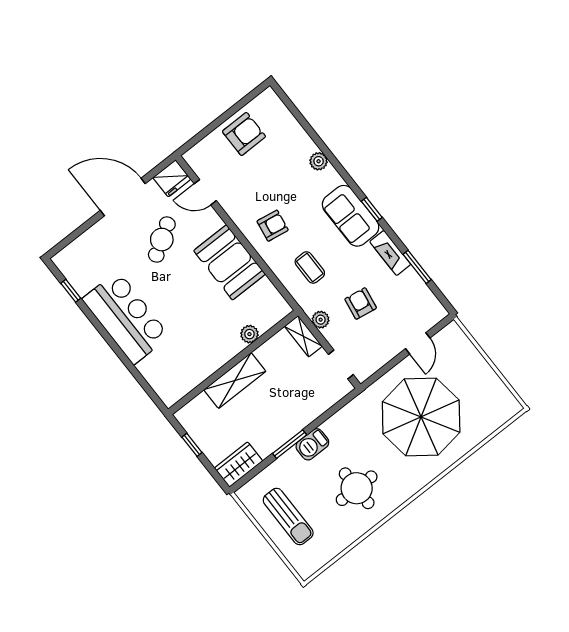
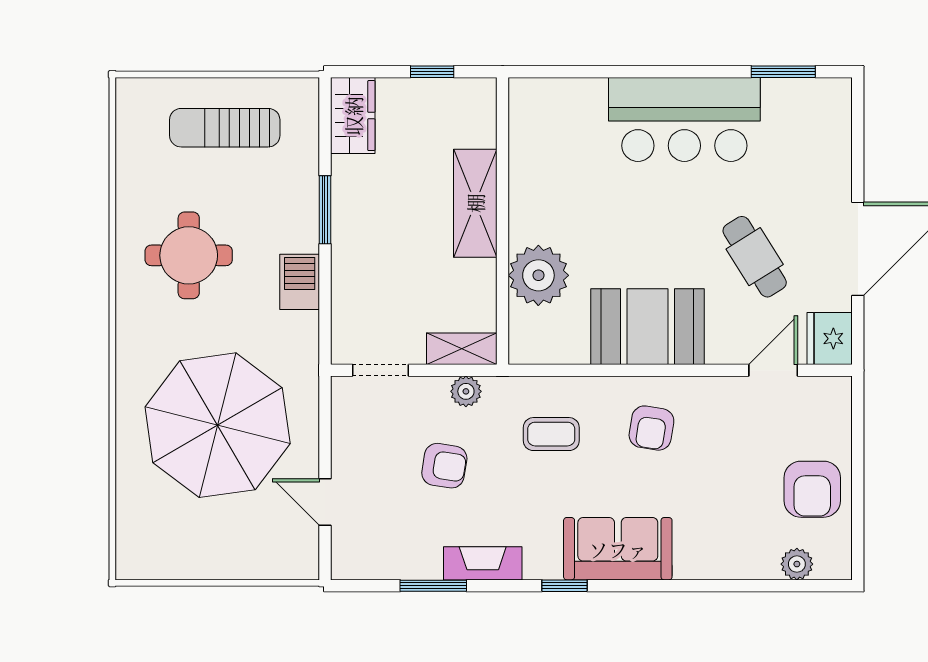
plant: (319, 161) -> (797, 564), moved
sofa: (351, 216) -> (618, 549), moved
window: (71, 291) -> (783, 72), width x1.50
plant: (249, 334) -> (538, 275), width x1.88, depth x1.88
barbecue: (312, 444) -> (300, 282), moved

